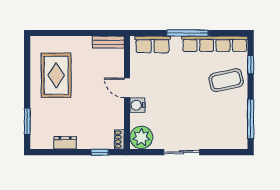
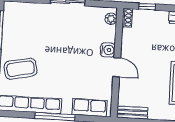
plant: (141, 137) -> (111, 19), width x0.53, depth x0.53

